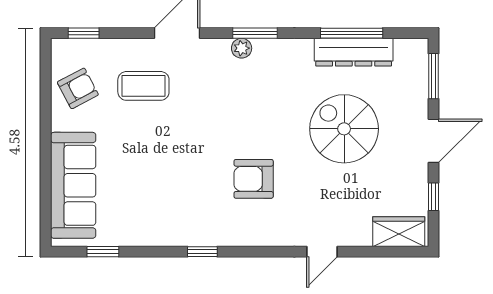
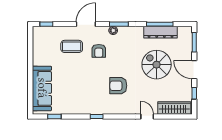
armchair: (78, 88) -> (99, 51), moved, turned 118
door: (434, 141) -> (194, 70), swing flipped
wardrobe: (399, 232) -> (174, 108), width x1.50
door: (322, 252) -> (147, 116), swing flipped

